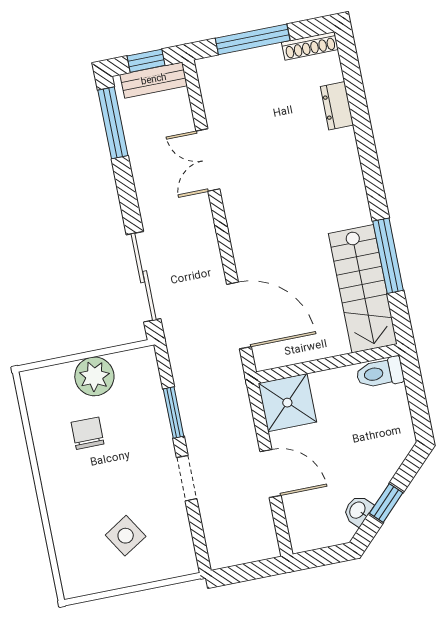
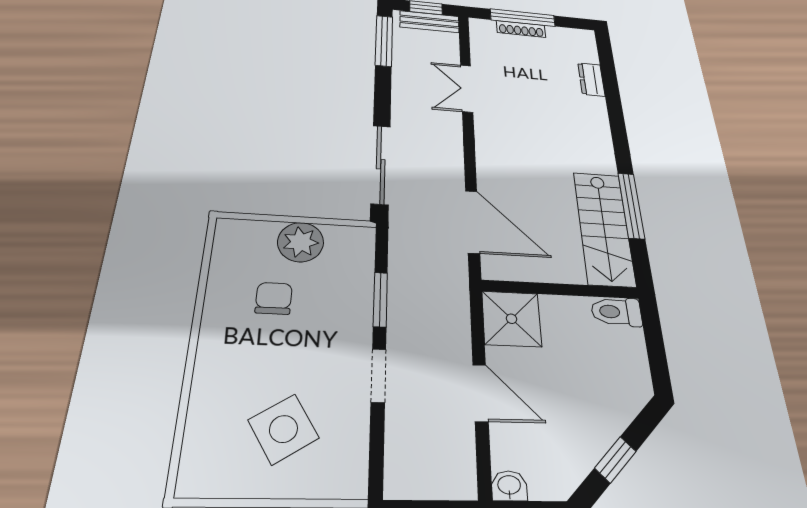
shoe rack: (310, 46) -> (521, 29), moved
washbasin: (358, 510) -> (509, 486), moved, turned 45
side table: (126, 536) -> (283, 429), width x1.37, depth x1.37

